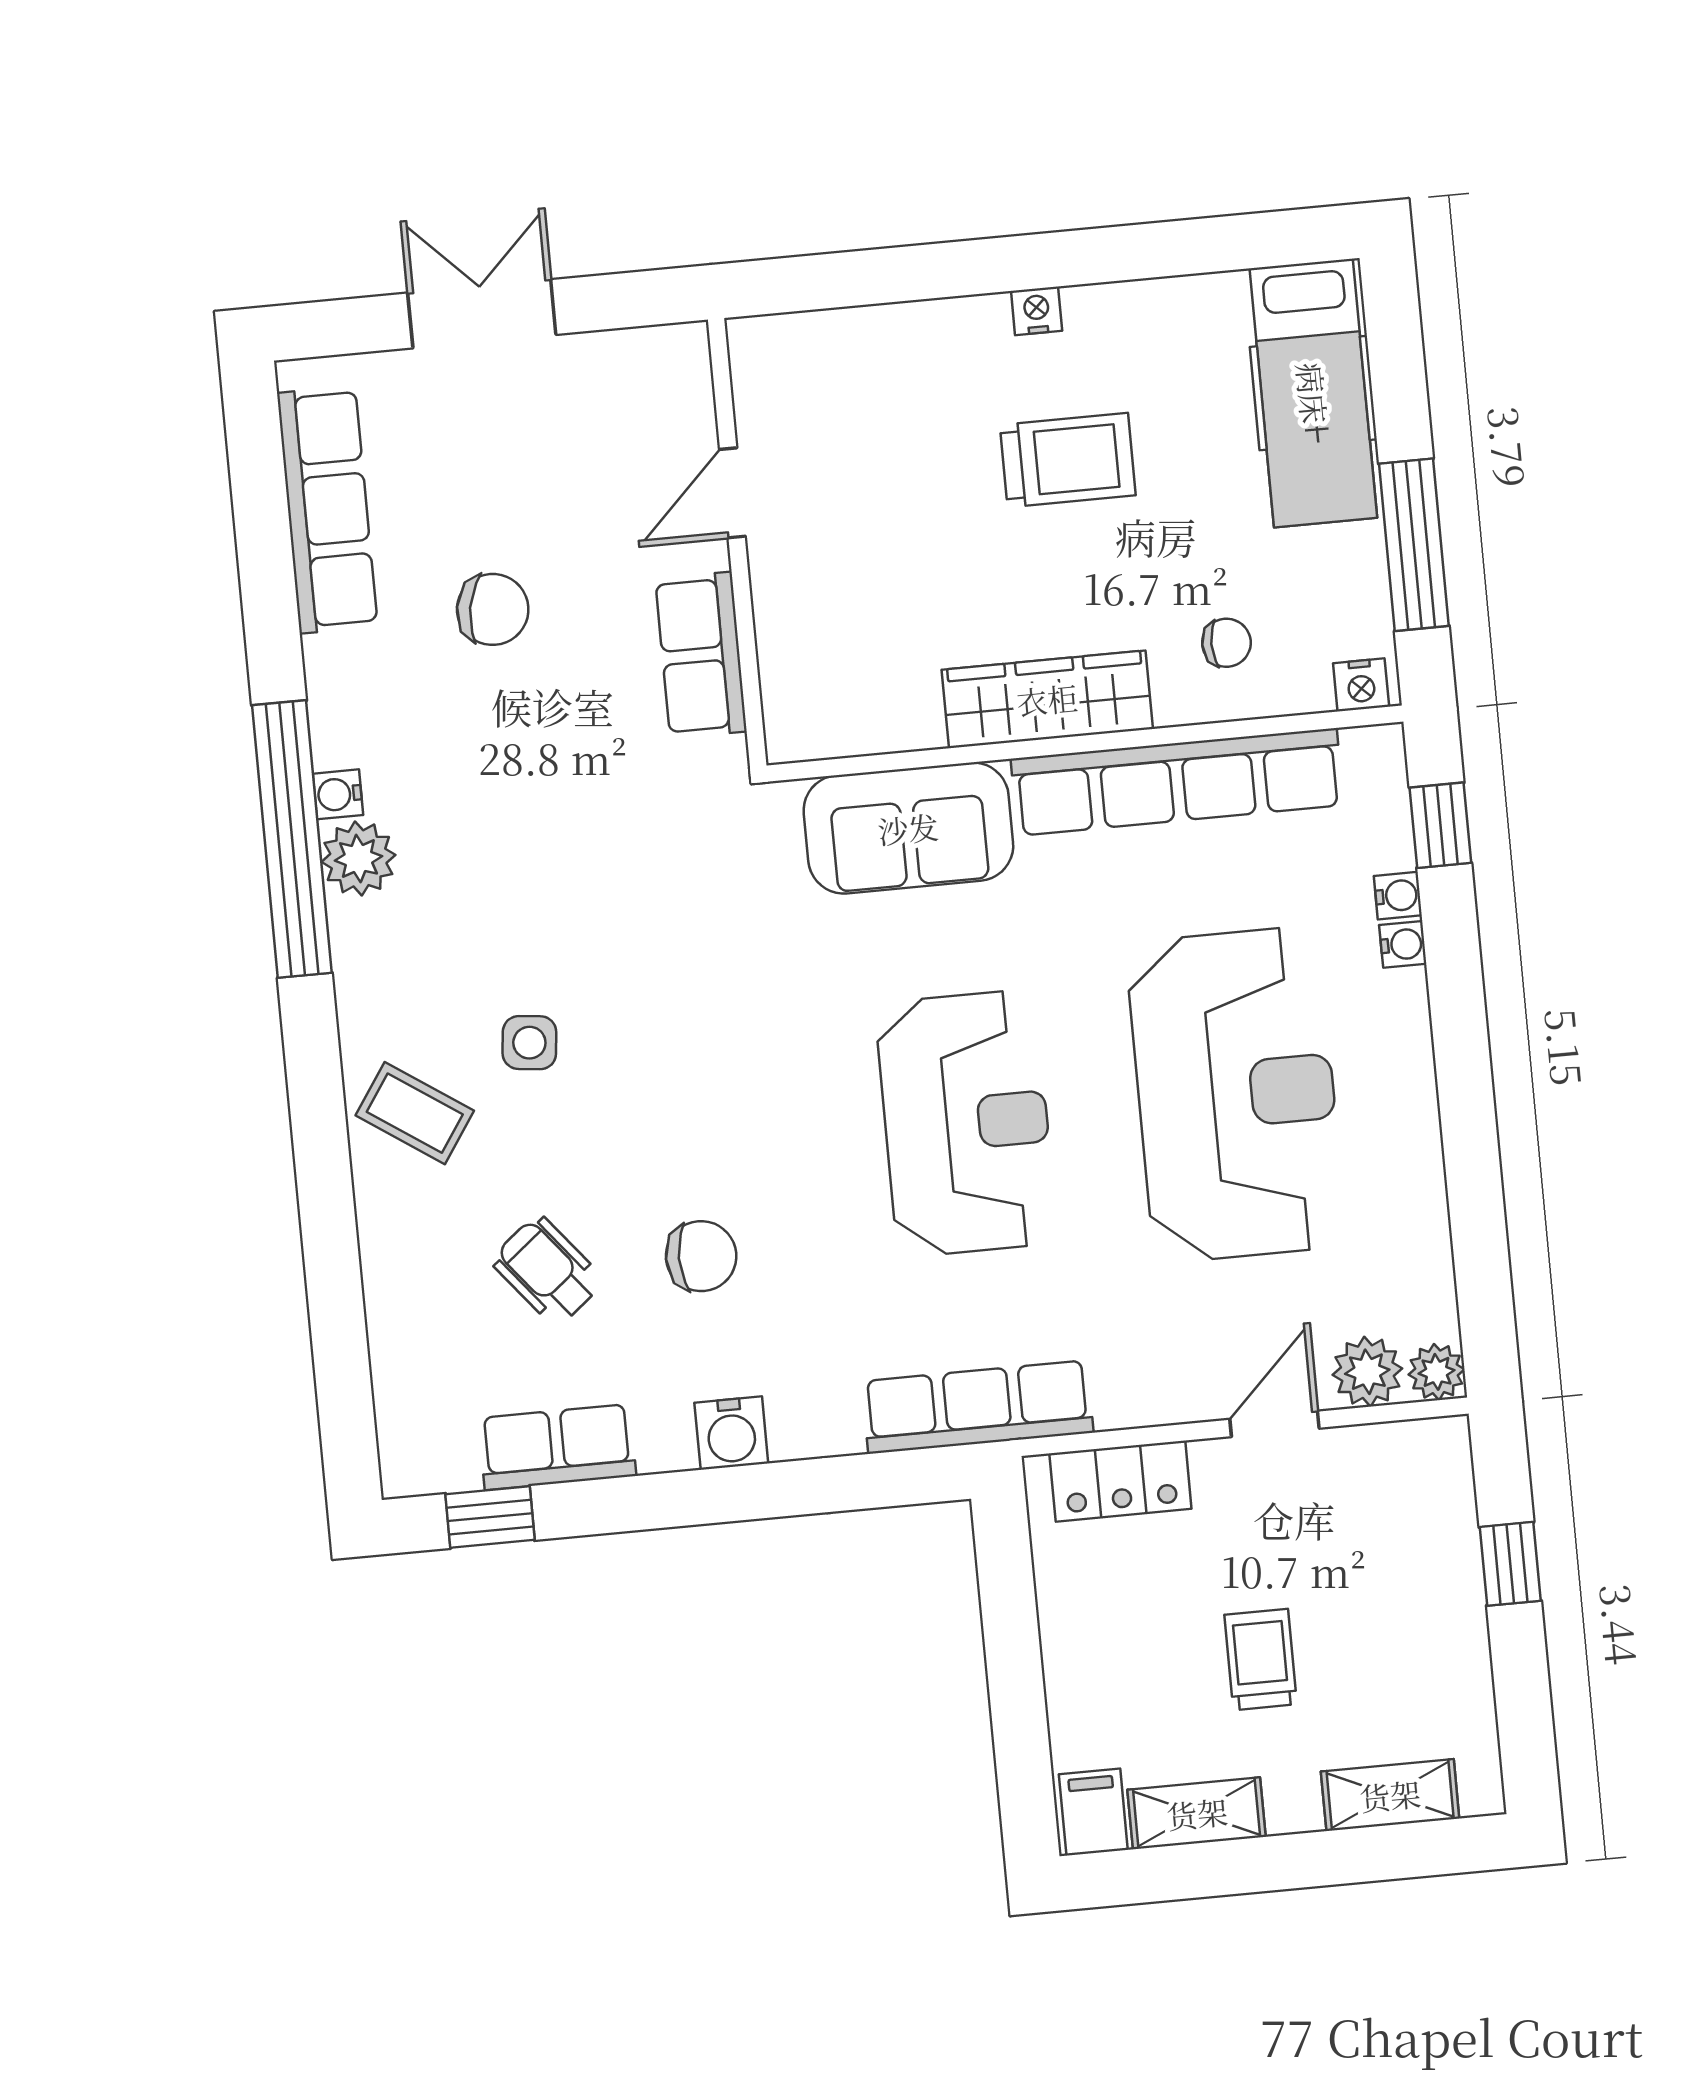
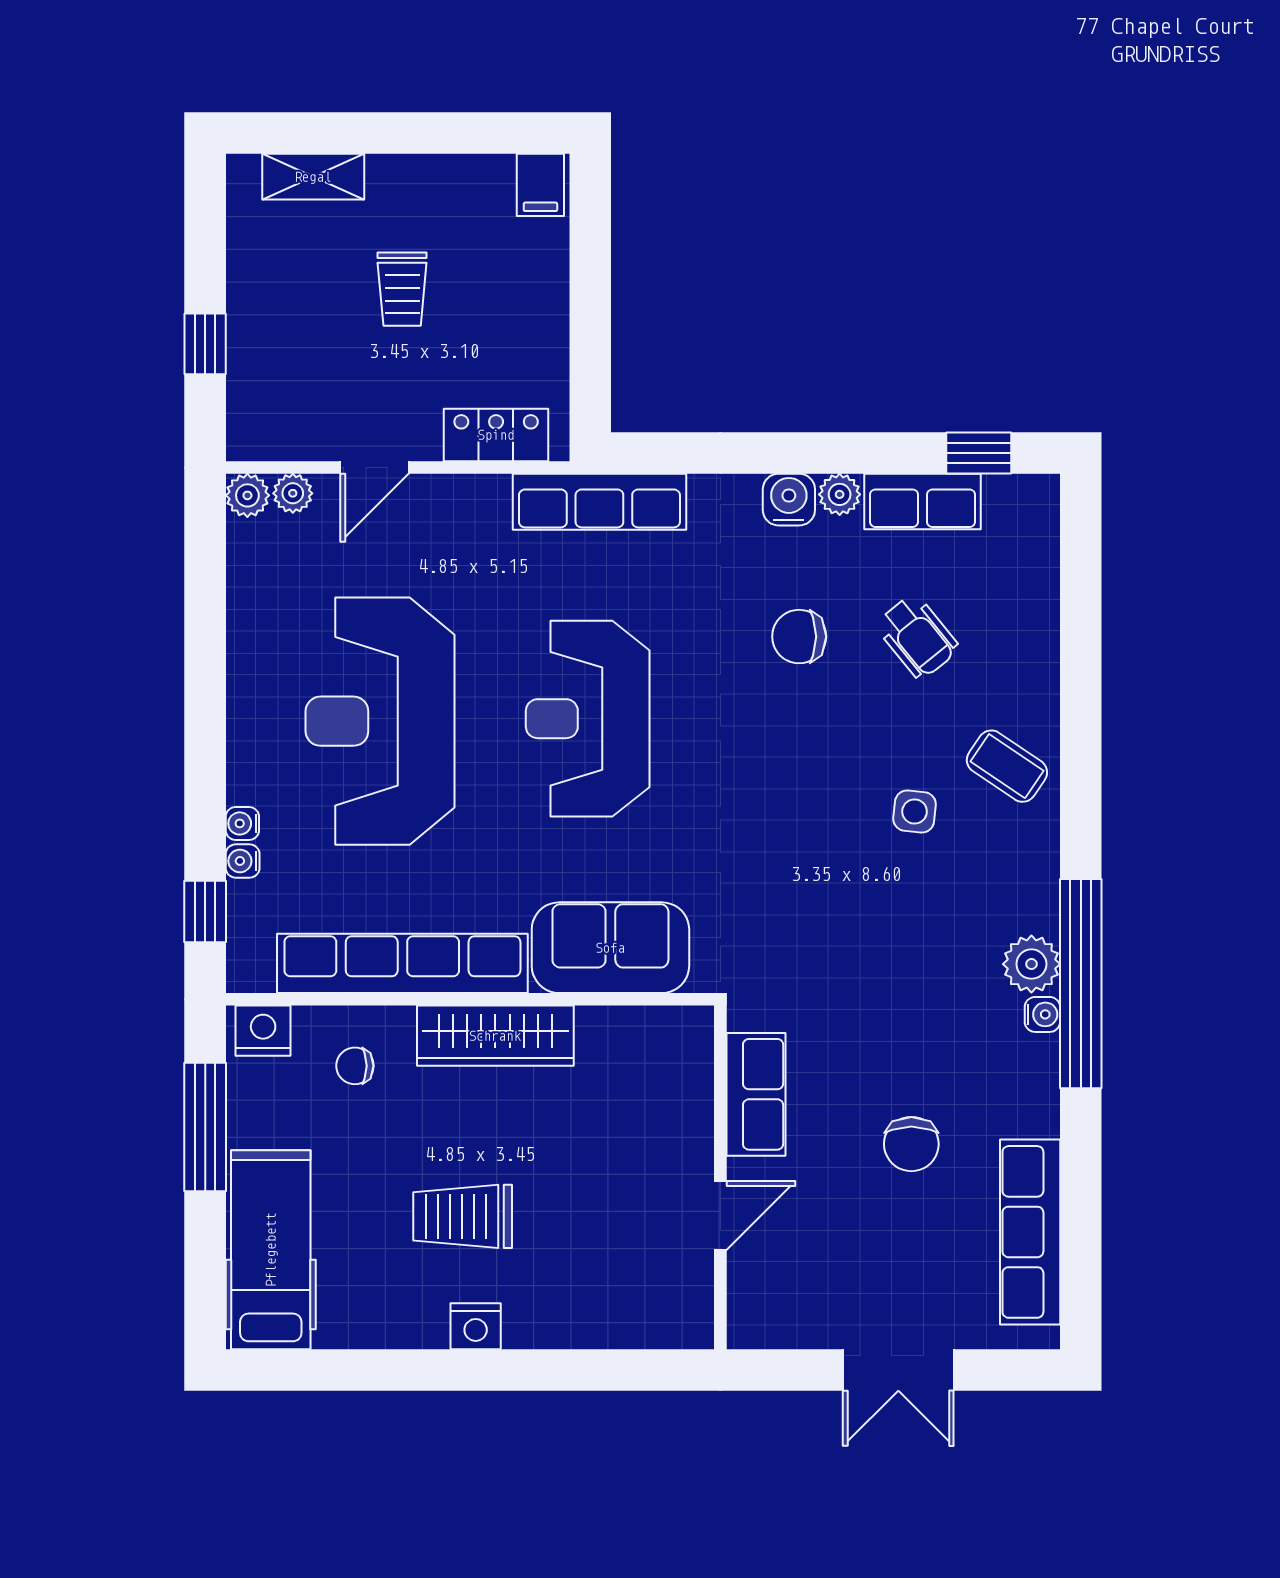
nightstand: (1037, 311) -> (476, 1326), width x1.39, depth x1.35
chair: (493, 609) -> (911, 1144), turned -100
nightstand: (1361, 685) -> (263, 1031), width x1.39, depth x1.35
plant: (1367, 1372) -> (293, 493), width x0.73, depth x0.73
plant: (666, 1446) -> (840, 494), added
shelving: (1197, 1813) -> (462, 177), removed

